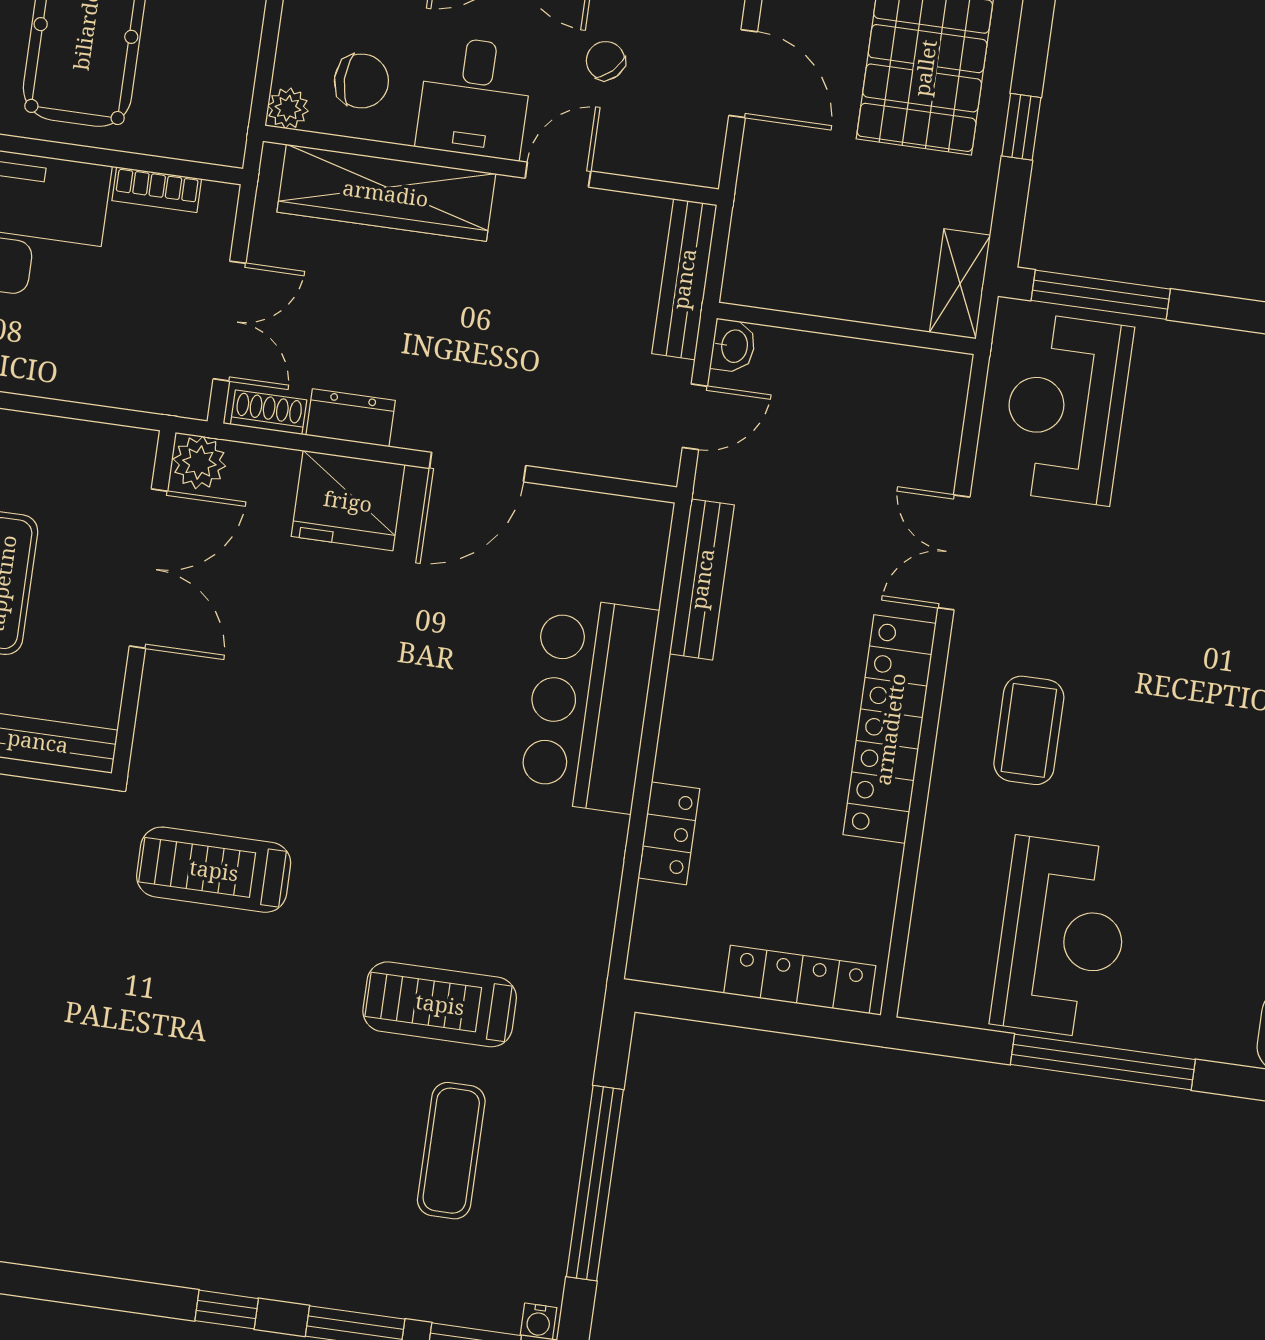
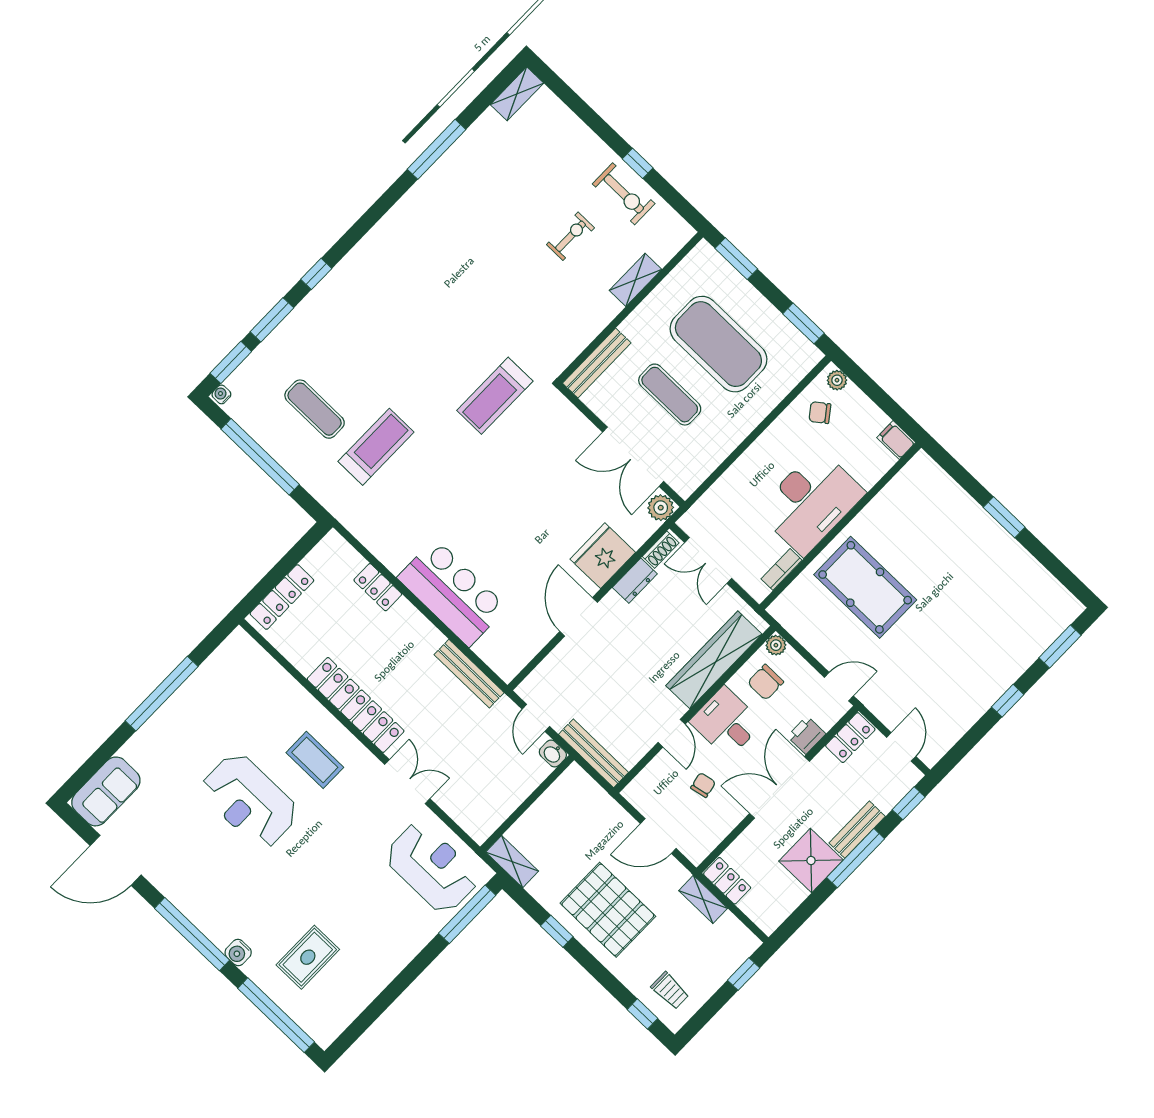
chair: (606, 61) -> (703, 785), turned -58
treadmill: (214, 870) -> (495, 396), turned 180
reception desk: (1062, 937) -> (249, 801), moved

